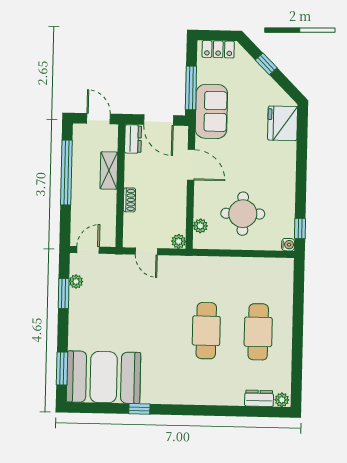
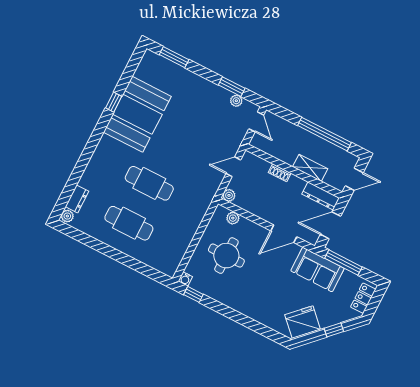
fridge: (283, 123) -> (303, 322), moved, turned -45
dresser: (133, 139) -> (321, 196), width x1.44
booth: (104, 377) -> (137, 114), moved

